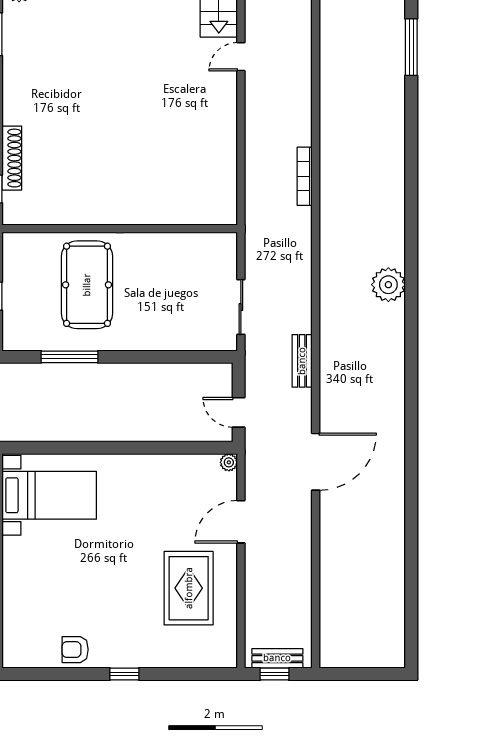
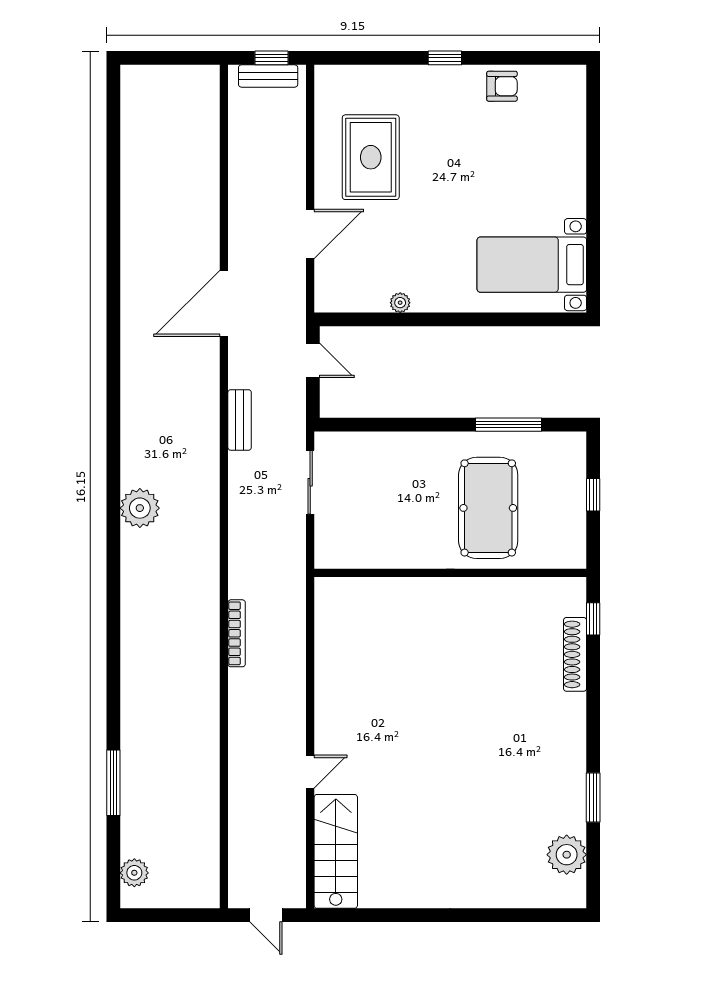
plant: (229, 462) -> (400, 303), moved

